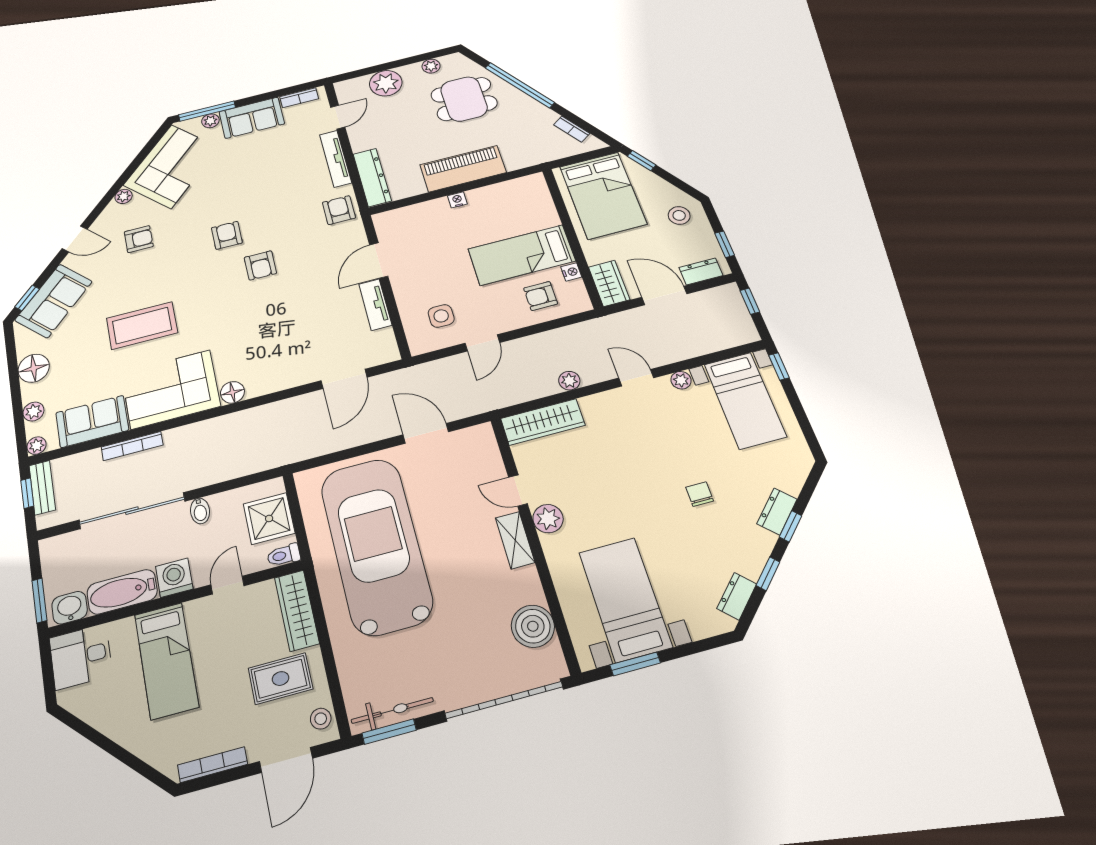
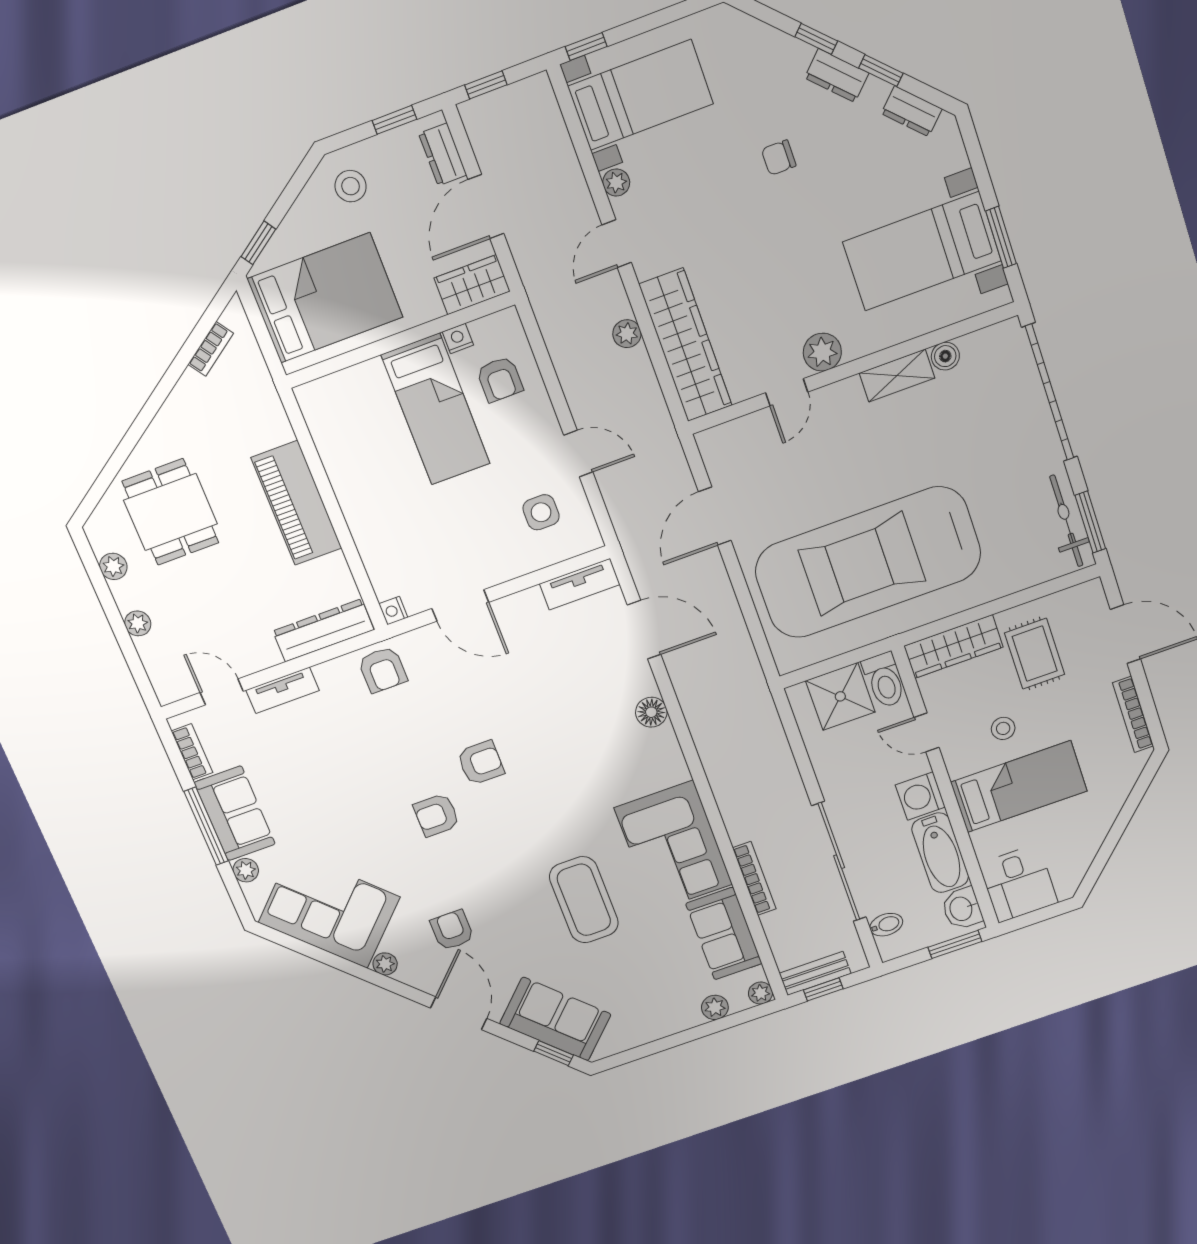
plant: (386, 83) -> (138, 623), width x0.53, depth x0.53
window: (520, 85) -> (136, 431), removed
window: (207, 111) -> (206, 826), moved
tv unit: (335, 159) -> (283, 690), width x0.71
nightstand: (457, 200) -> (393, 611), moved
armchair: (339, 210) -> (383, 670), turned -90
door: (75, 239) -> (459, 1013), width x1.38
tv unit: (375, 305) -> (580, 584), moved
floor lamp: (34, 368) -> (655, 1021), removed
floor lamp: (232, 392) -> (651, 712), moved
wardrobe: (543, 422) -> (686, 345), width x1.40, depth x1.17
bidet: (200, 511) -> (886, 925), moved
dresser: (777, 511) -> (837, 75), moved
shelving: (515, 540) -> (897, 376), moved
toilet: (284, 555) -> (884, 680), width x1.37, depth x1.39
boiler: (533, 626) -> (945, 356), width x0.54, depth x0.54
stool: (321, 719) -> (1003, 728), moved

